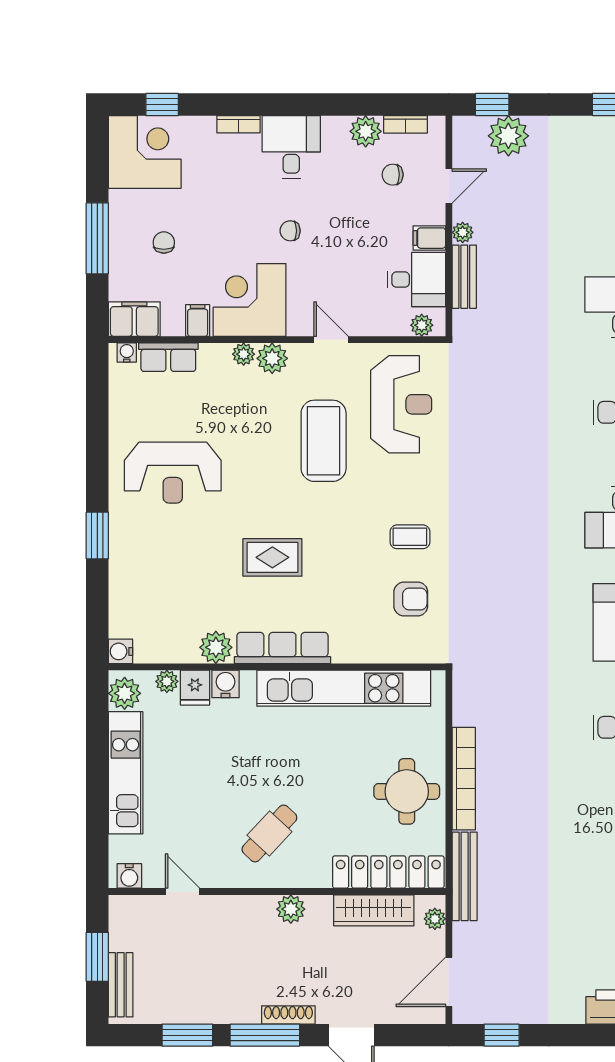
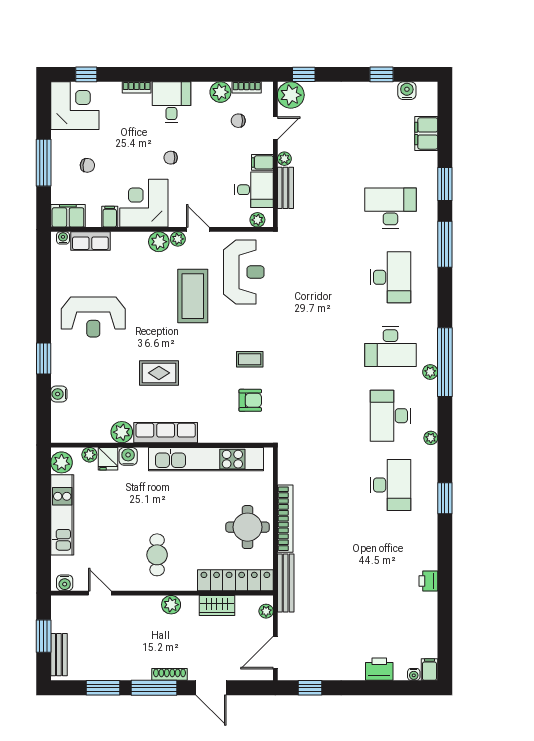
plant: (508, 136) -> (291, 95), moved
chair: (164, 243) -> (87, 165), turned 96
plant: (244, 354) -> (178, 239), moved
water cooler: (121, 651) -> (59, 394), moved
cafe table: (269, 833) -> (157, 555), turned -43
wardrobe: (374, 910) -> (217, 606), width x0.67

